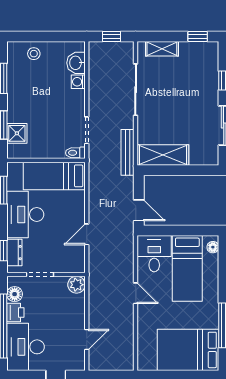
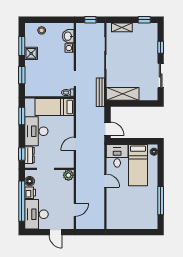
shower: (17, 133) -> (31, 53), moved
bed: (188, 350) -> (138, 216), removed

